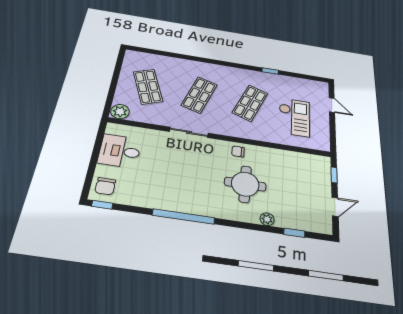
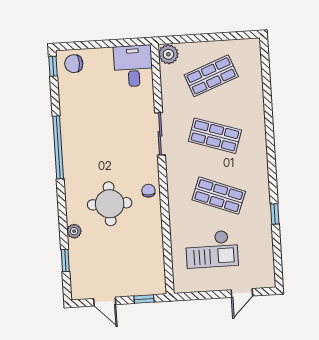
desk: (120, 151) -> (133, 66), moved

